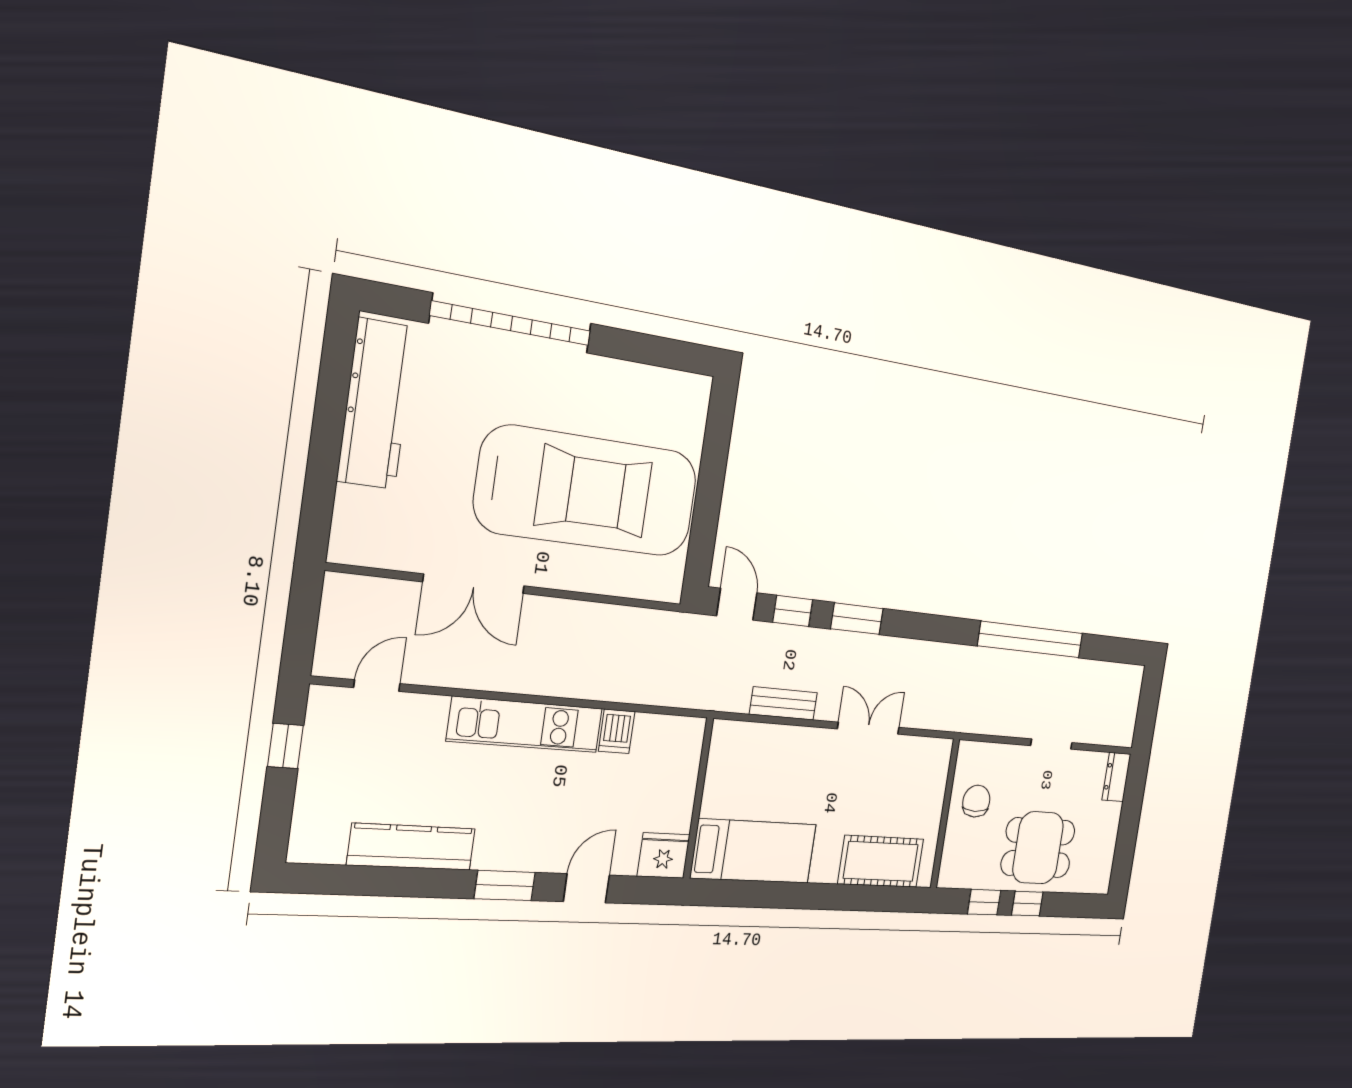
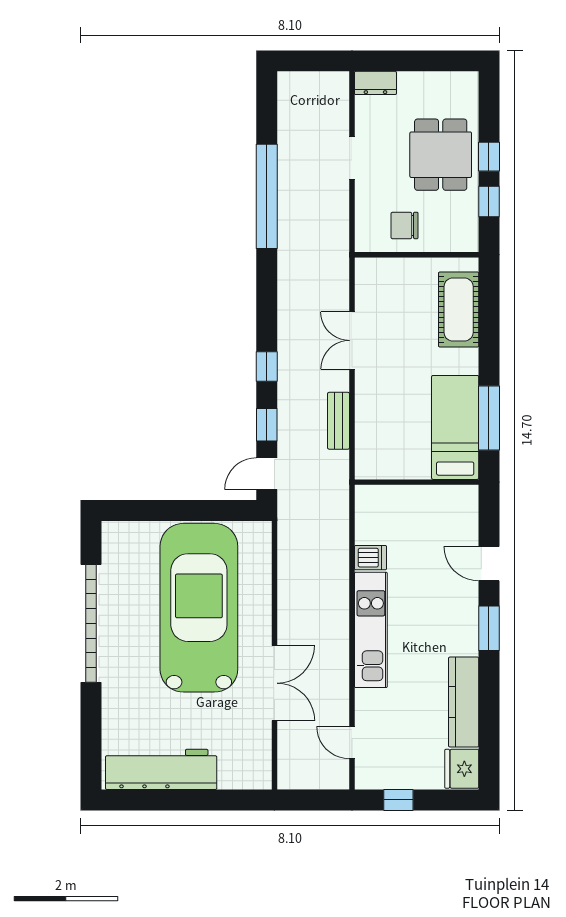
garage door: (511, 323) -> (91, 623), moved
window: (857, 619) -> (267, 366), width x0.67
fridge: (664, 855) -> (462, 769), moved
window: (758, 894) -> (489, 418), added

